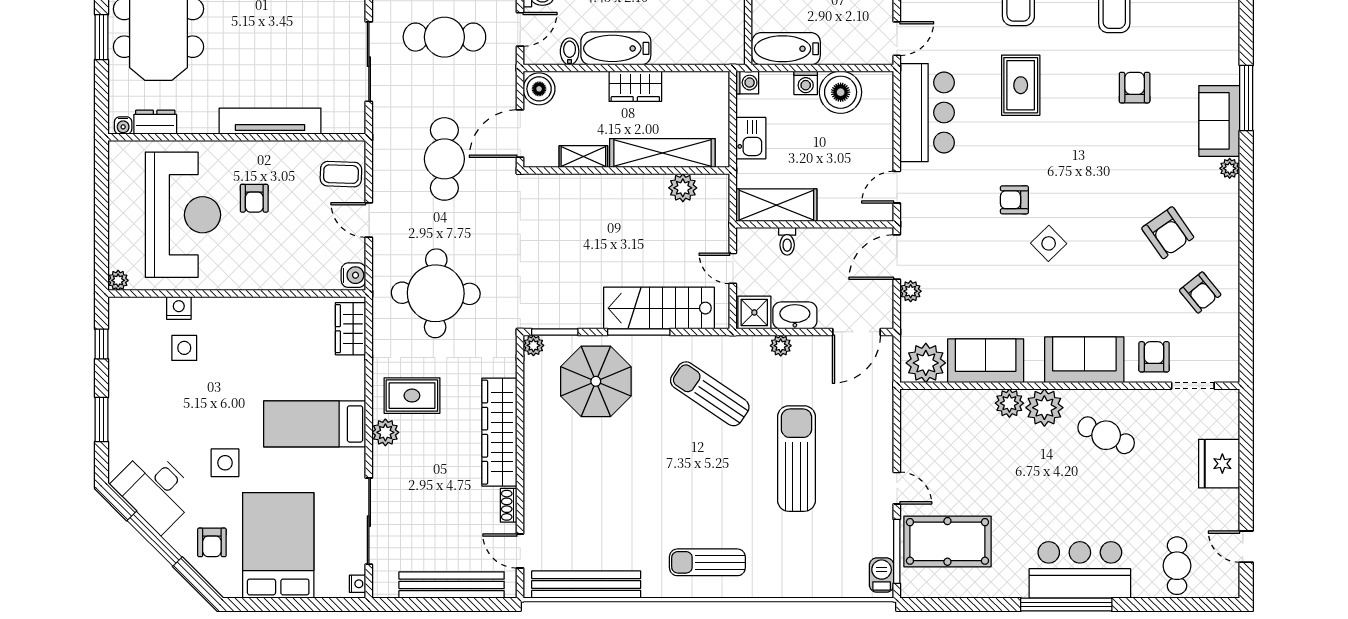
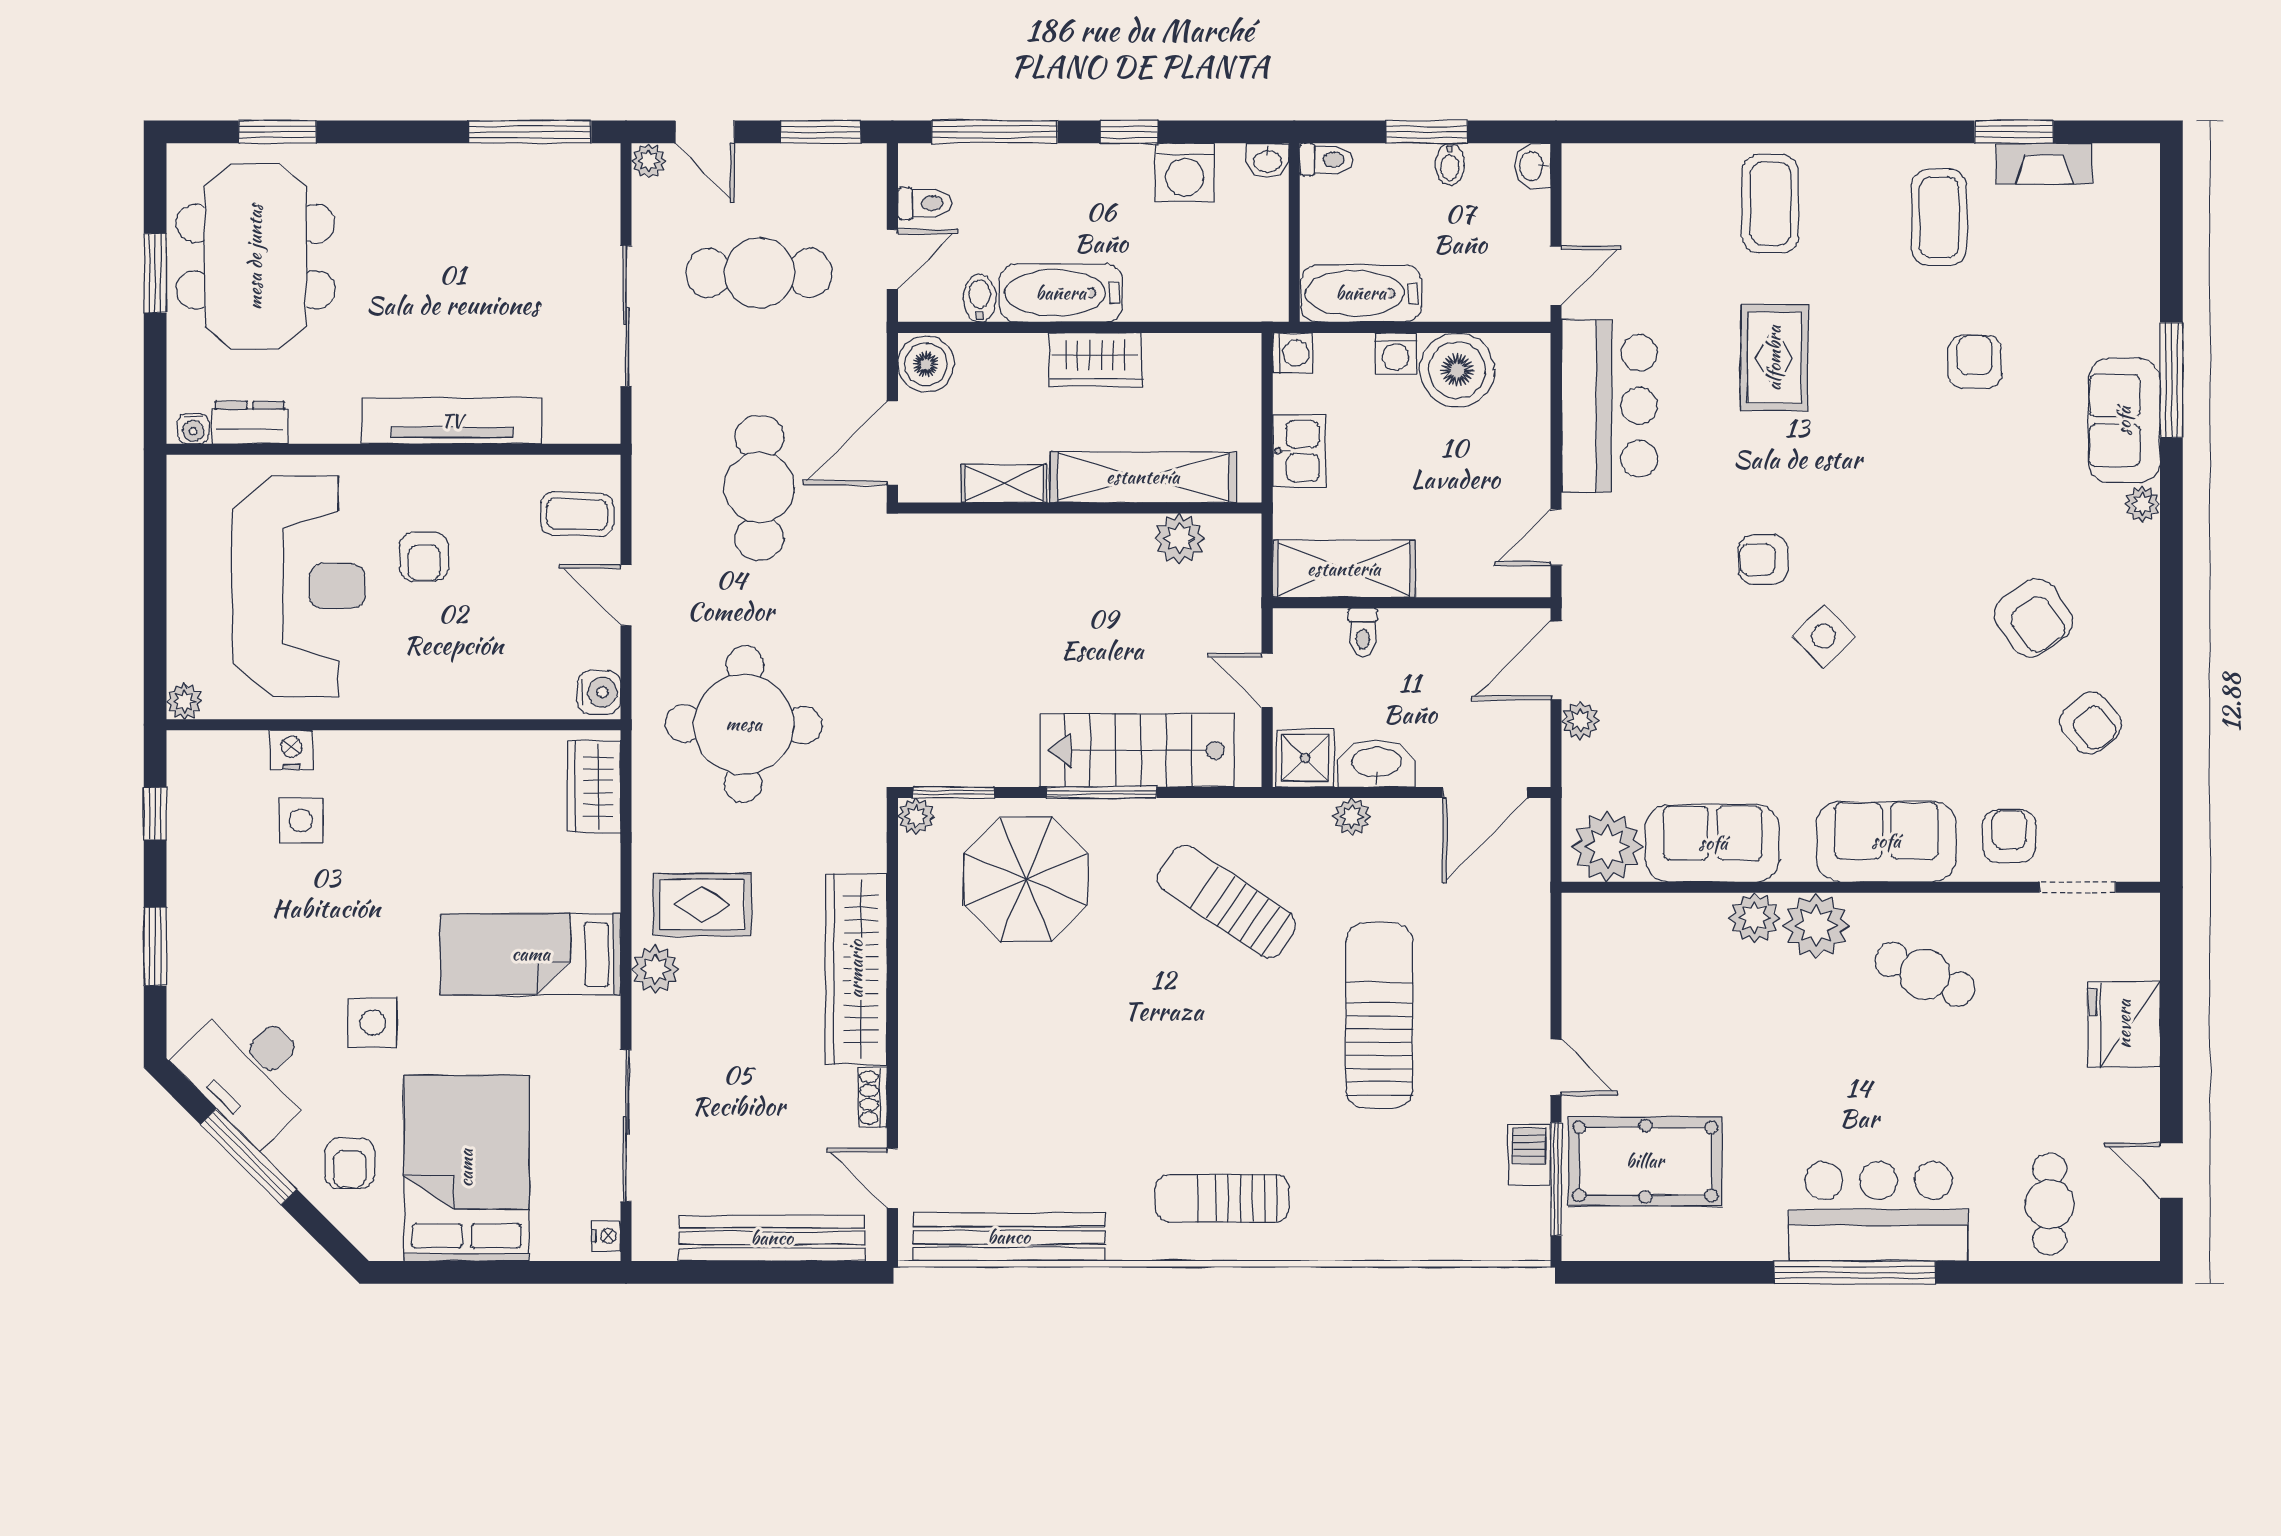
barbecue: (882, 575) -> (1529, 1155), moved

